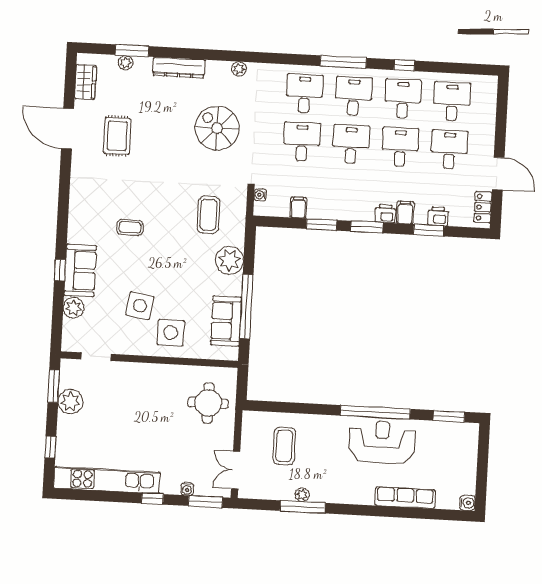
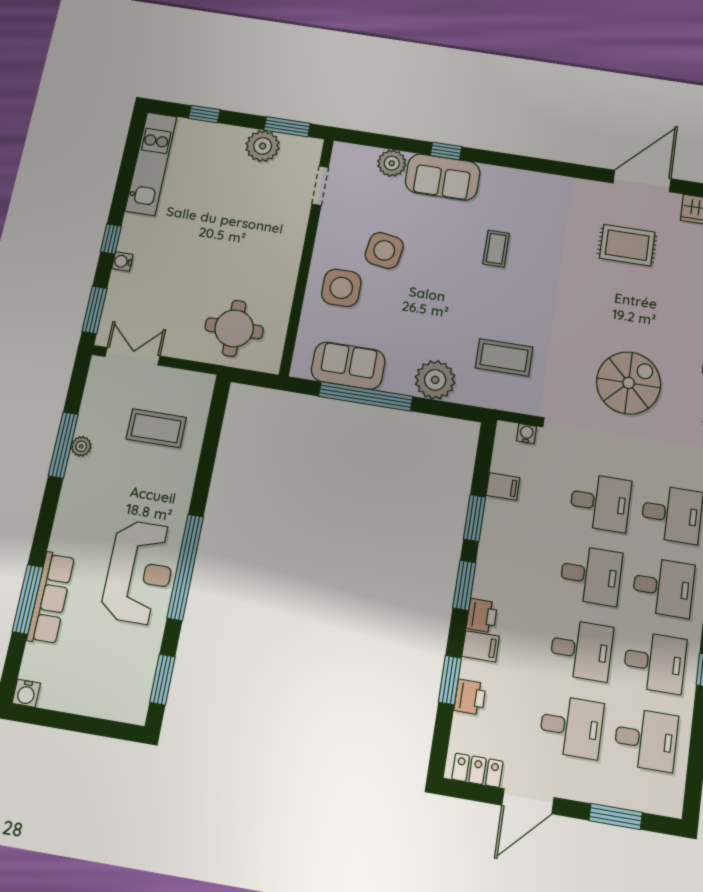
window: (501, 117) -> (616, 816), added
kitchen unit: (107, 480) -> (151, 164), width x0.73
water cooler: (187, 489) -> (122, 261), moved
window: (408, 513) -> (28, 599), added

